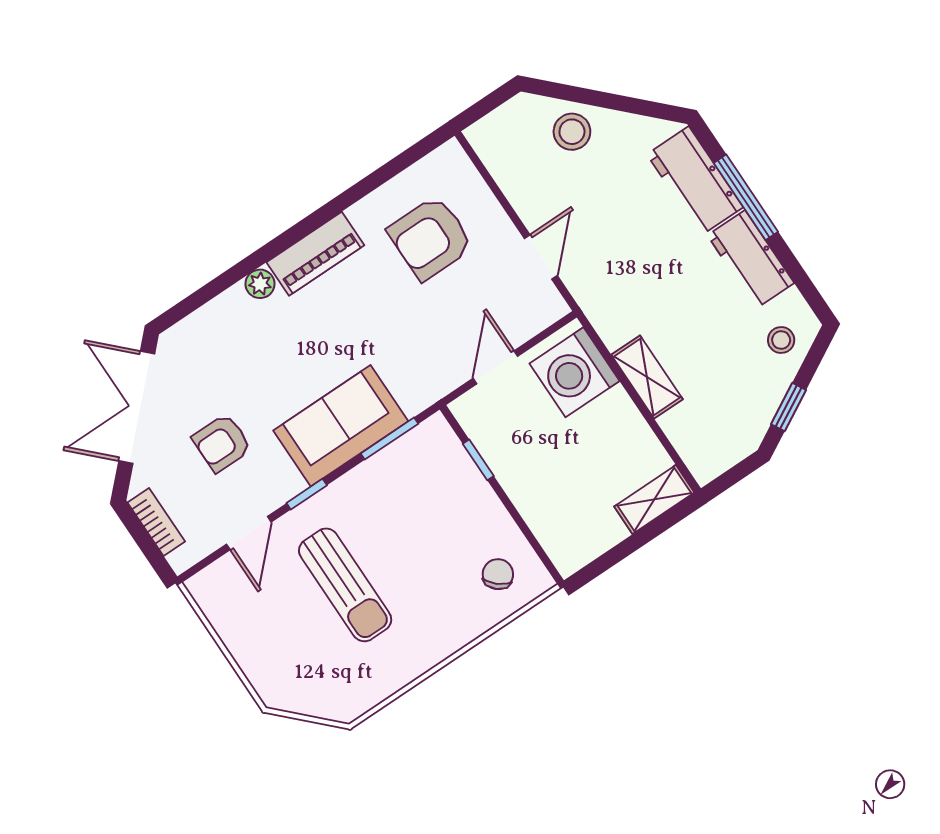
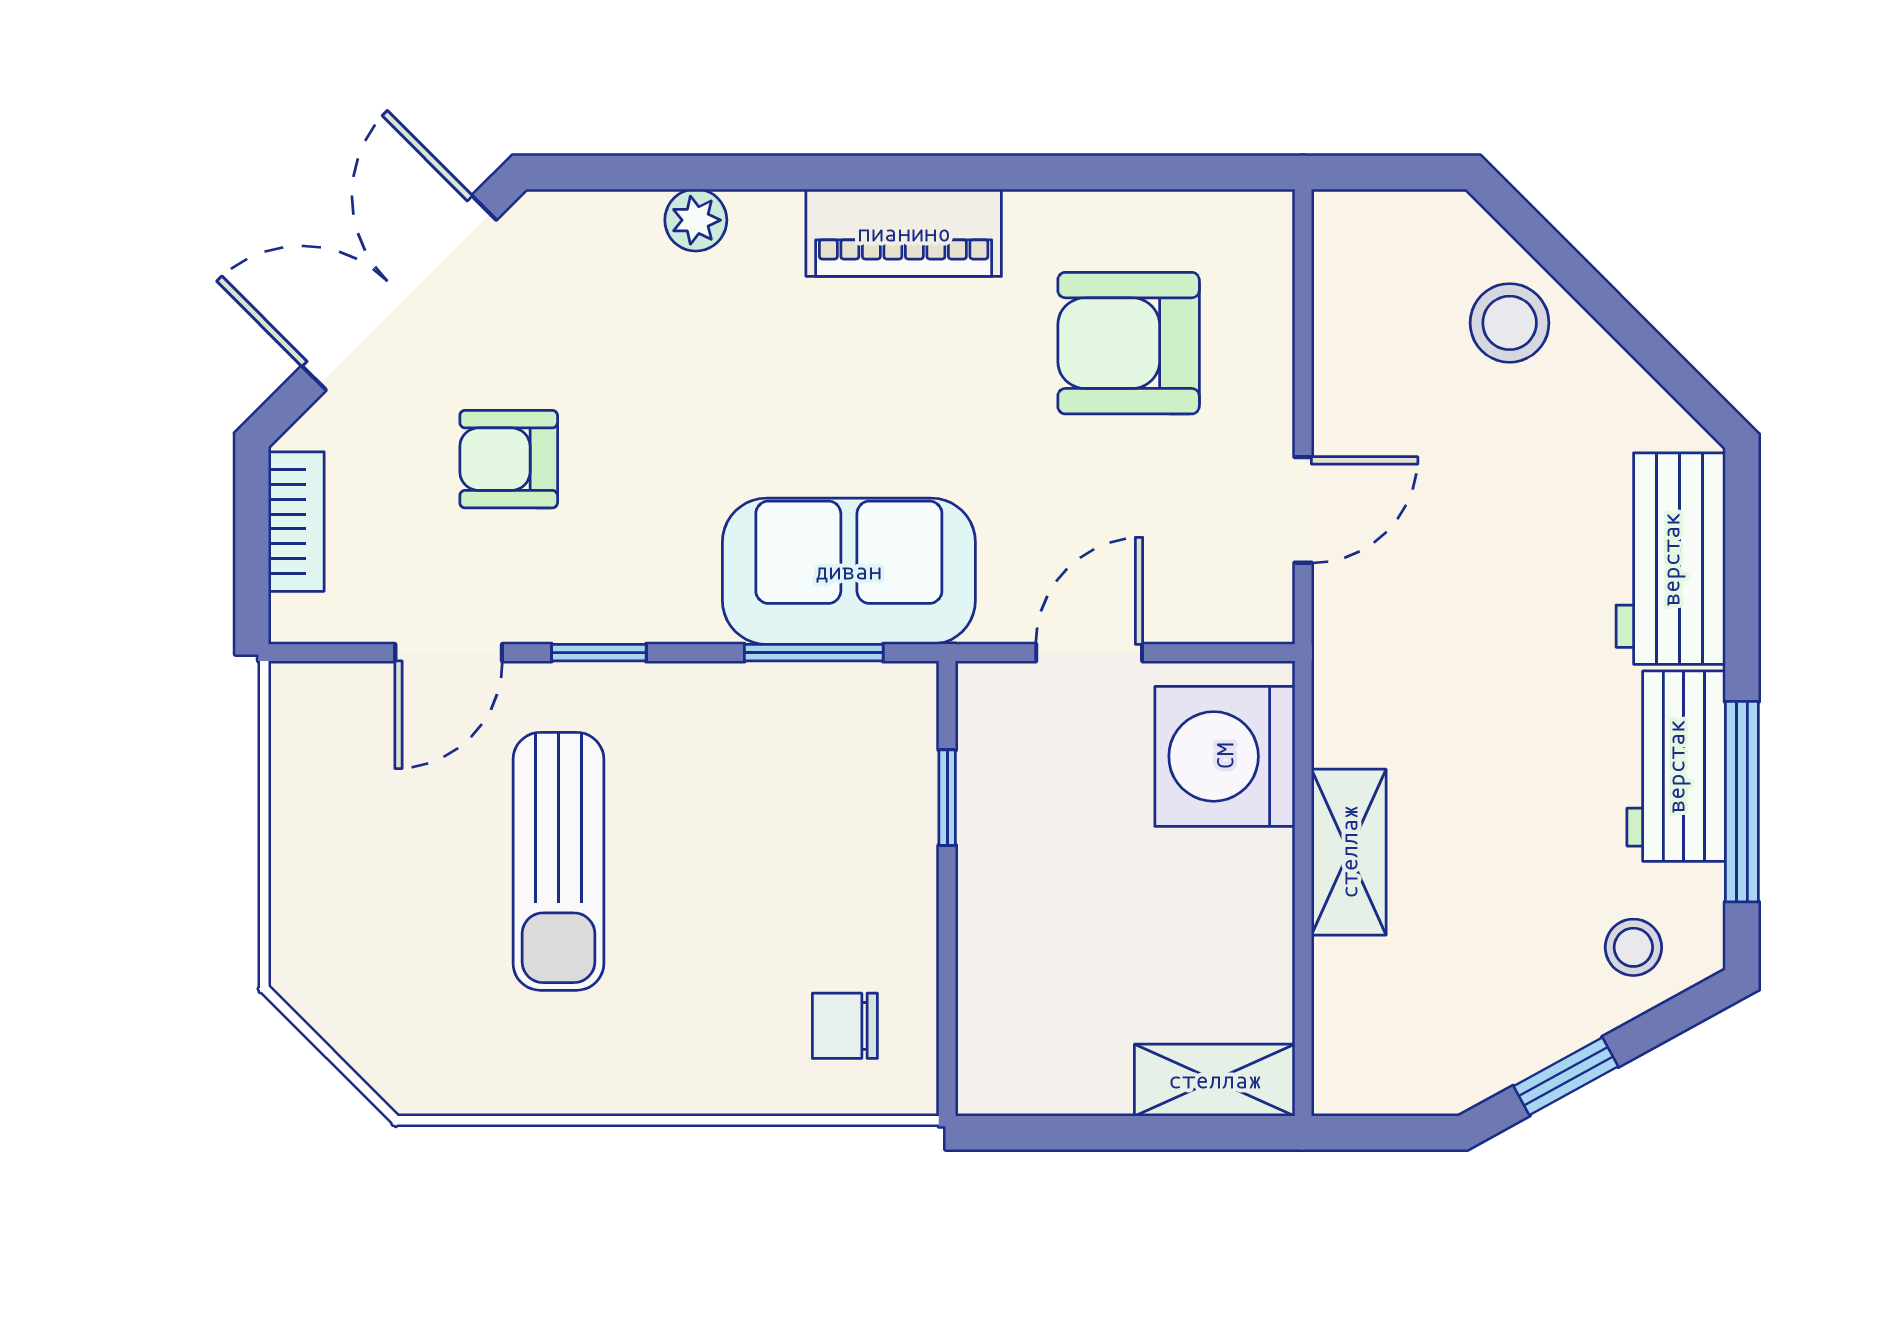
window: (746, 197) -> (1742, 802), moved
plant: (260, 284) -> (696, 220), moved
sofa: (341, 426) -> (849, 571), moved
chair: (498, 574) -> (845, 1026), turned -131

